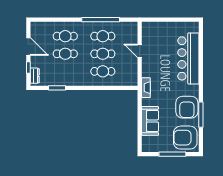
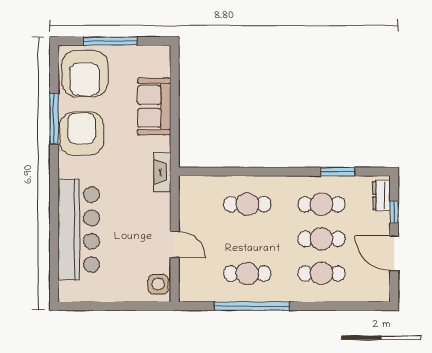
side table: (148, 31) -> (158, 284), added
cafe table: (103, 54) -> (321, 204), moved
armchair: (185, 138) -> (85, 74), turned 90

